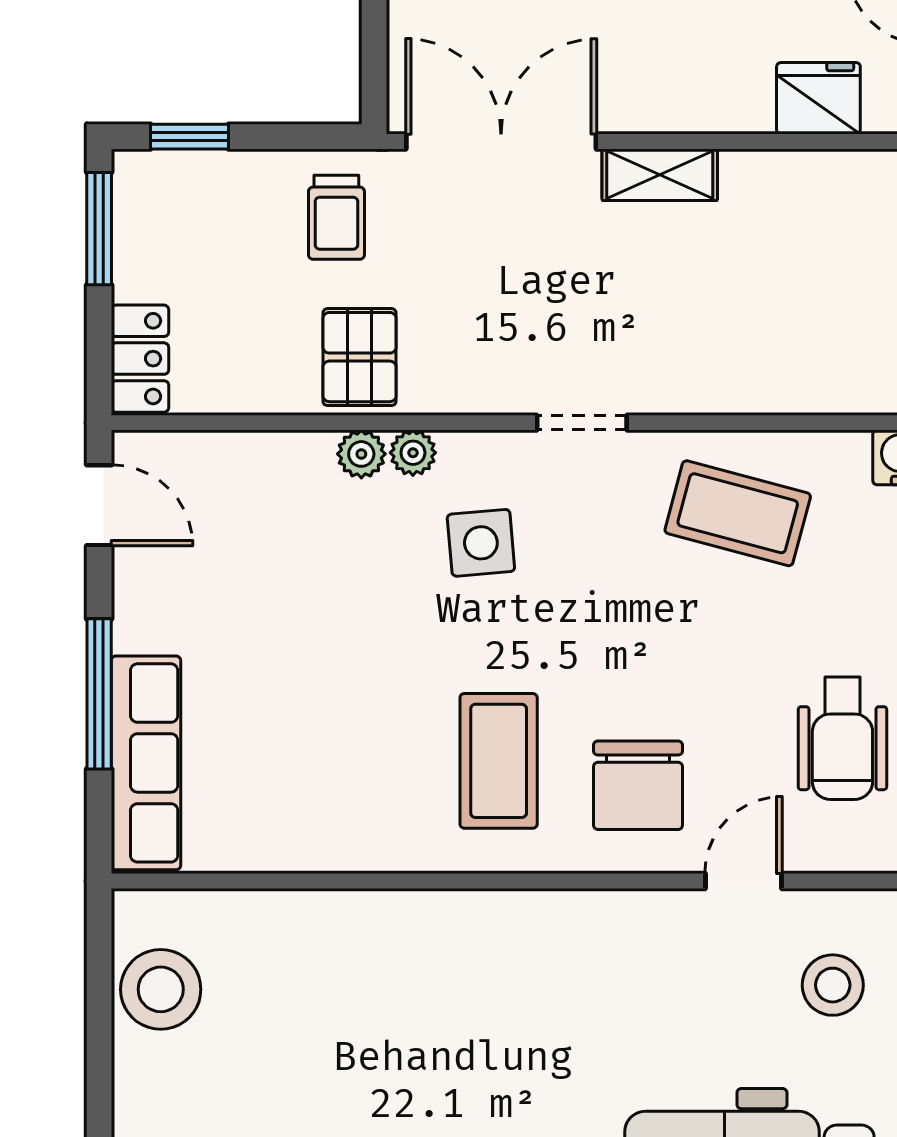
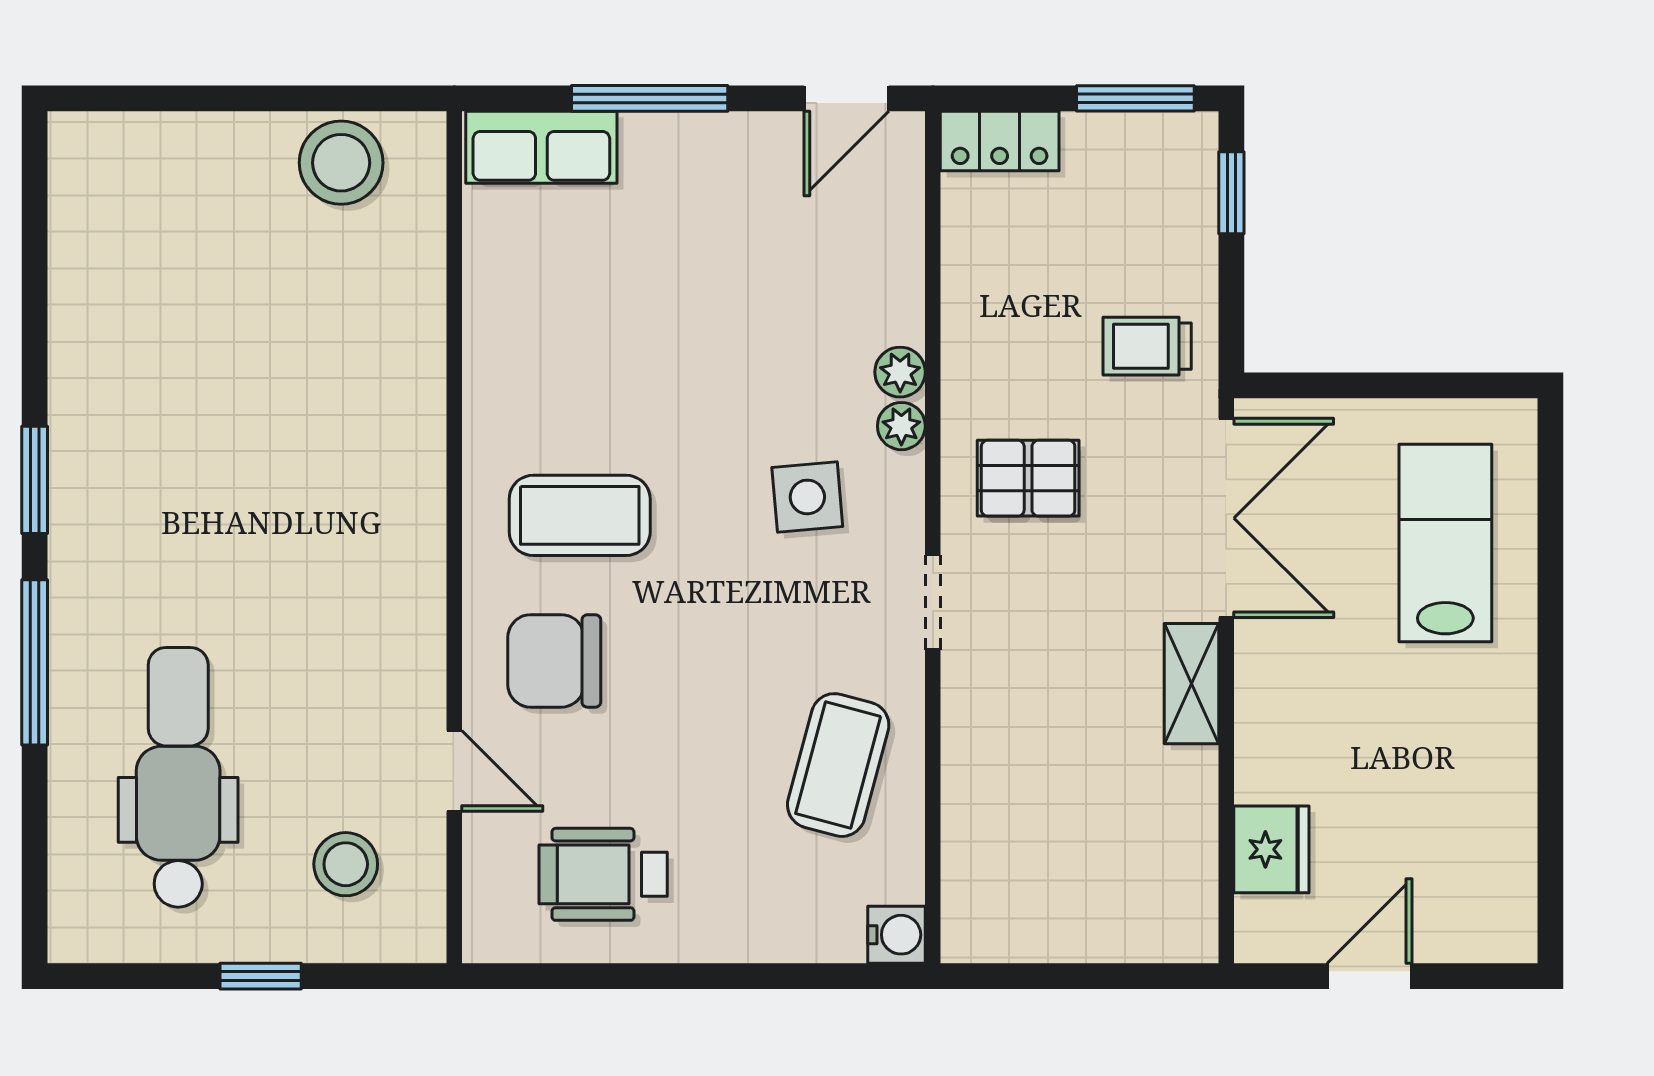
pallet: (360, 357) -> (1028, 478), moved
row of seats: (146, 763) -> (541, 147), width x0.68

